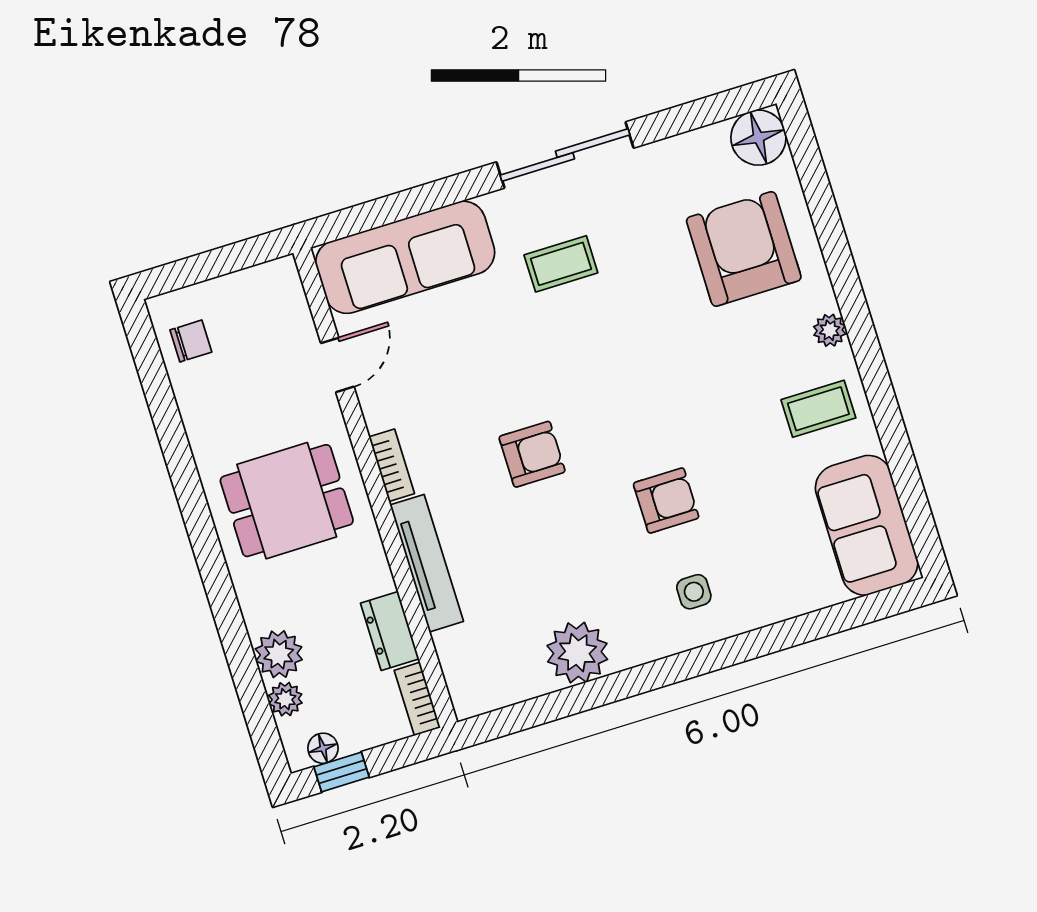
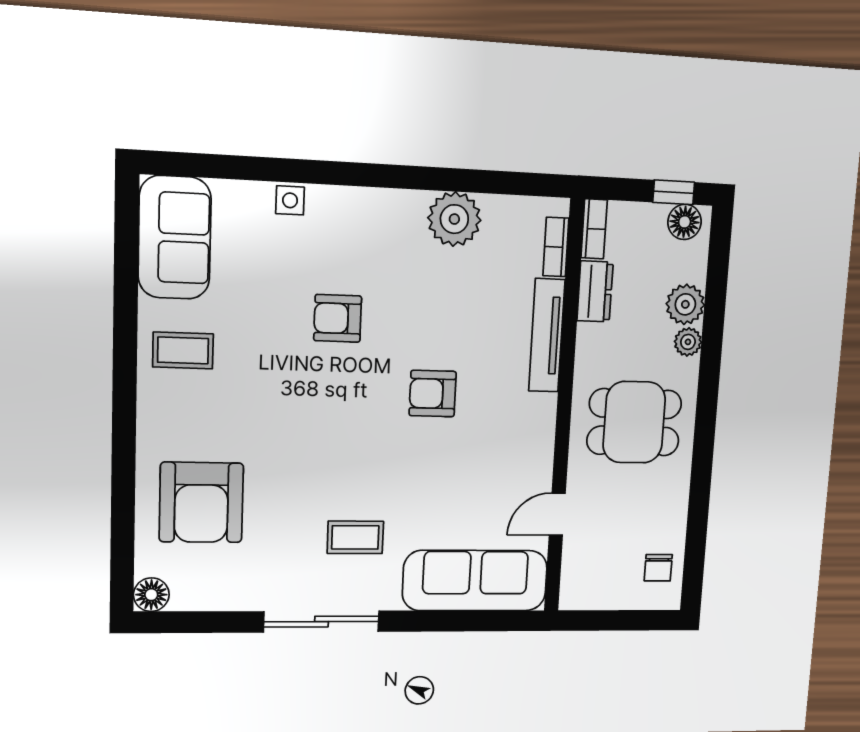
floor lamp: (758, 138) -> (151, 595), width x0.73, depth x0.73
plant: (830, 330) -> (151, 413), removed
chair: (191, 341) -> (658, 568), turned -90
bookcase: (392, 465) -> (556, 247), moved
side table: (694, 592) -> (290, 200), moved
plant: (285, 699) -> (688, 342), moved
floor lamp: (323, 748) -> (685, 222), width x1.37, depth x1.37

